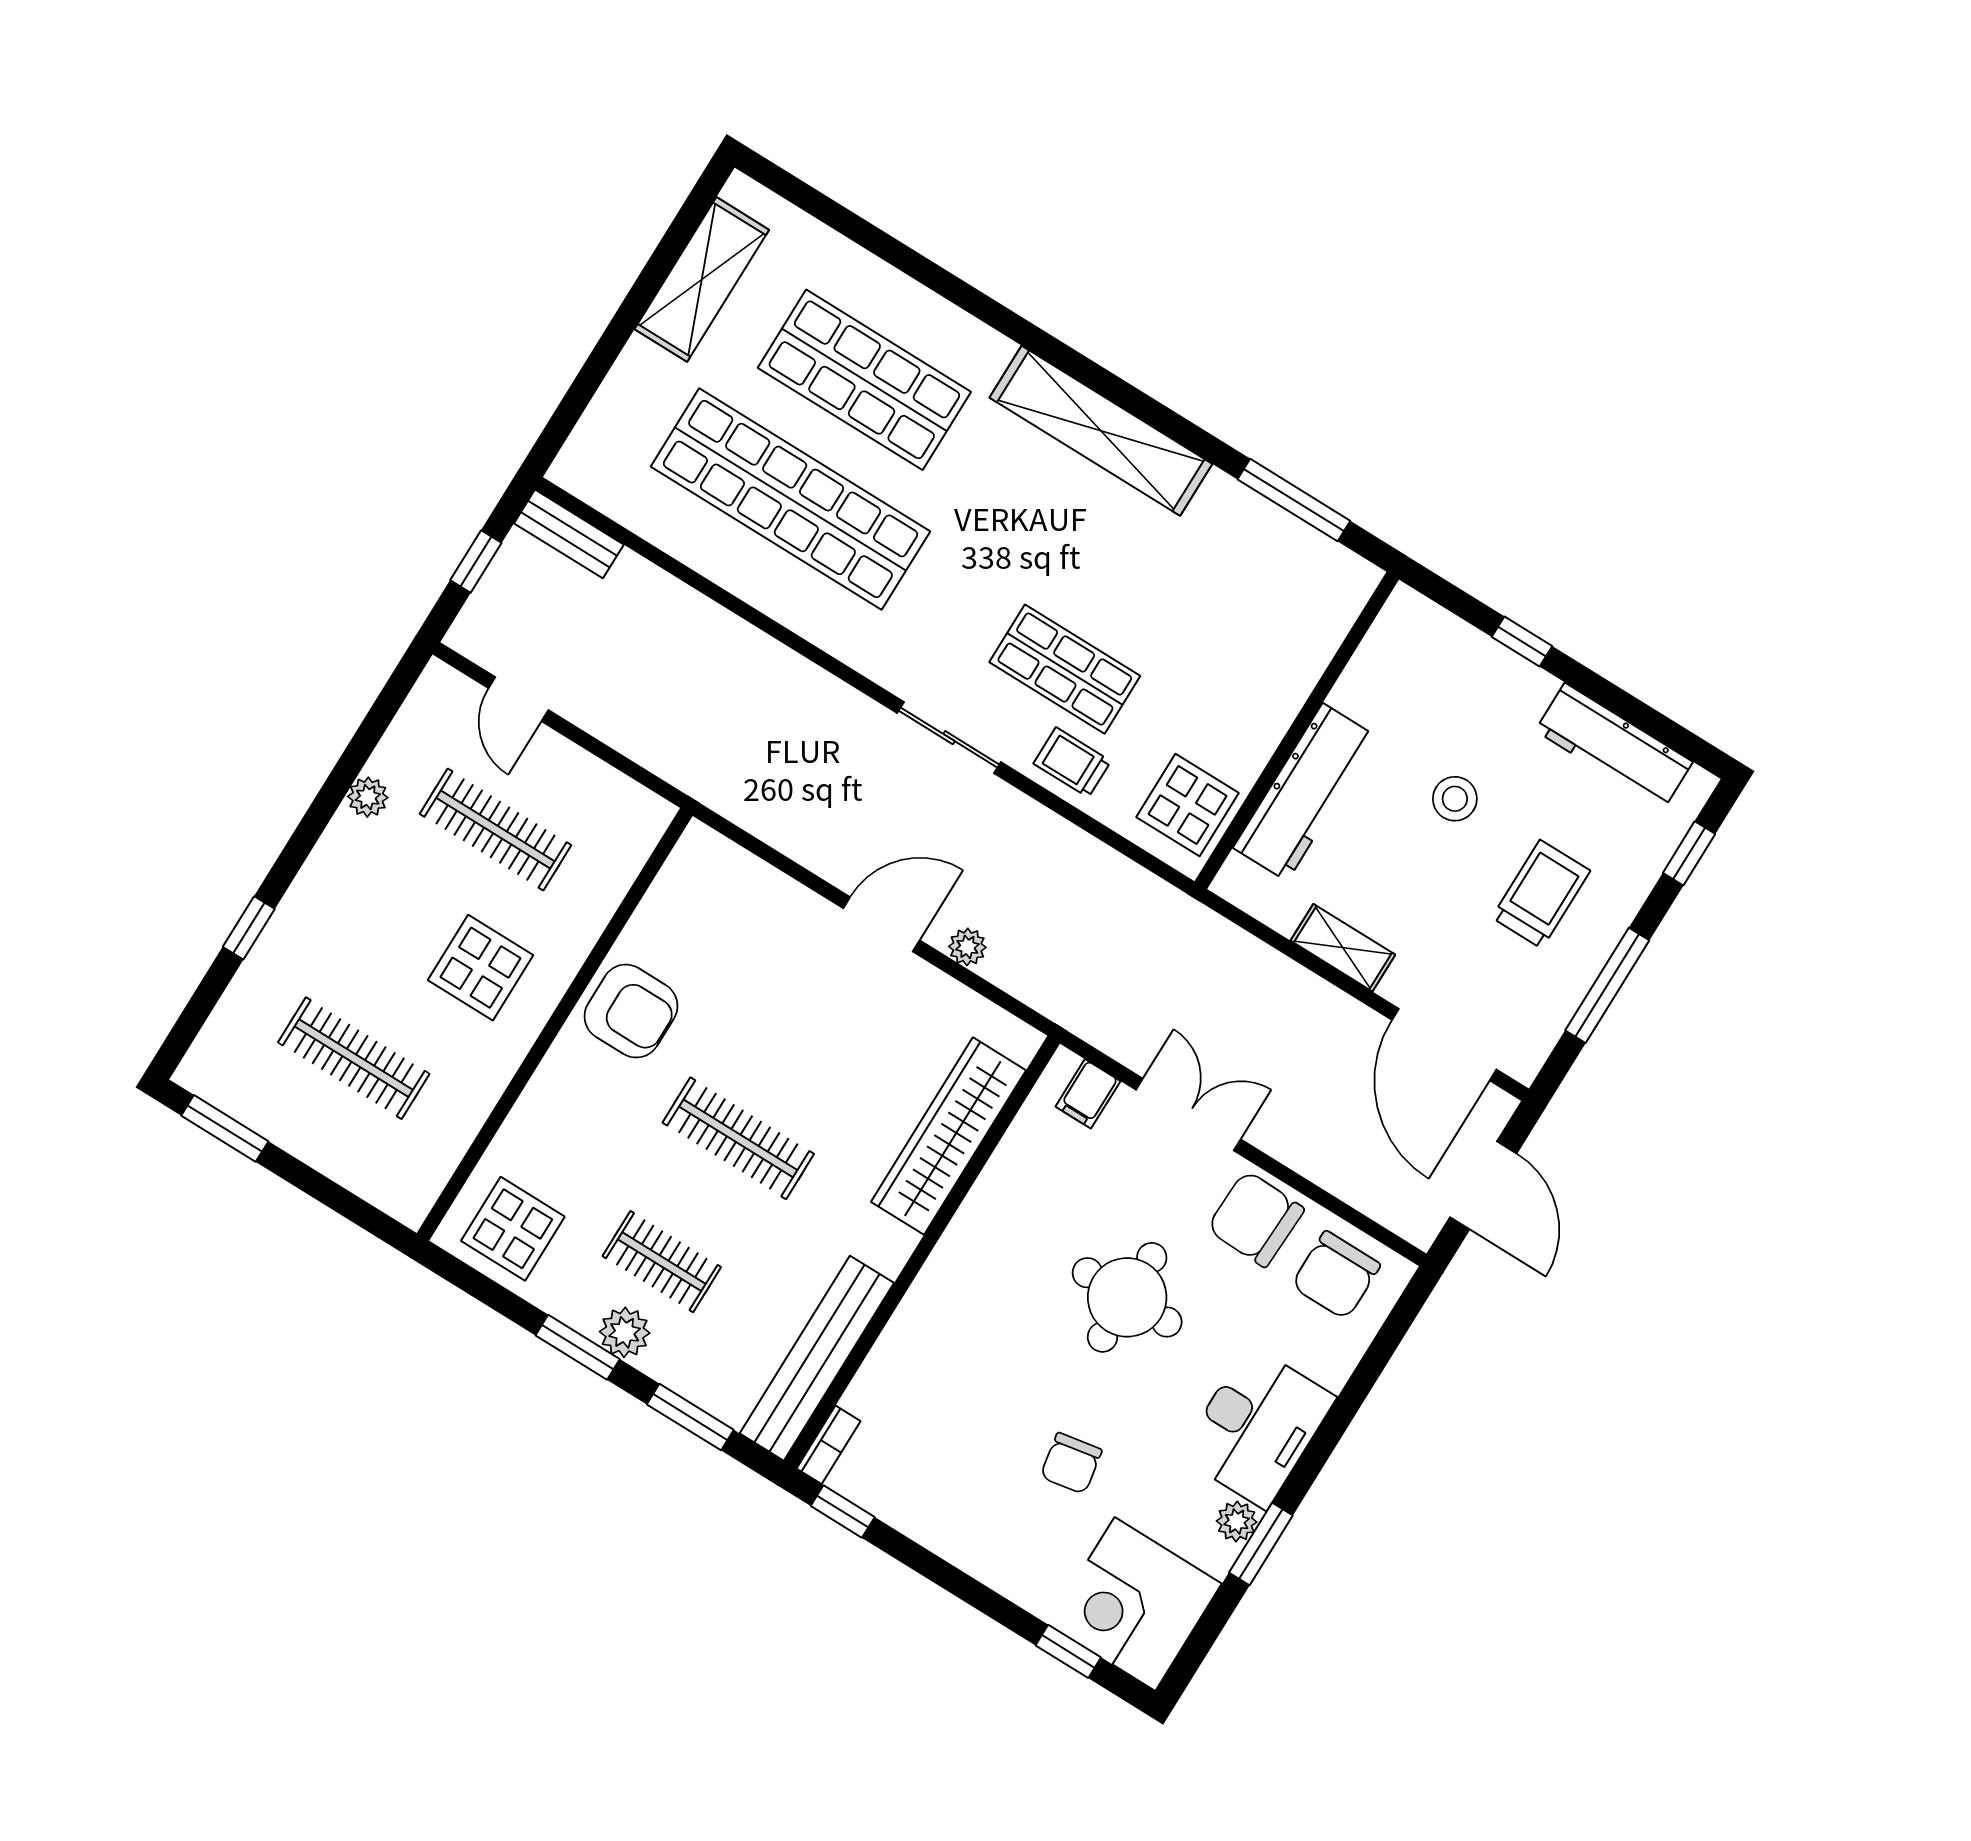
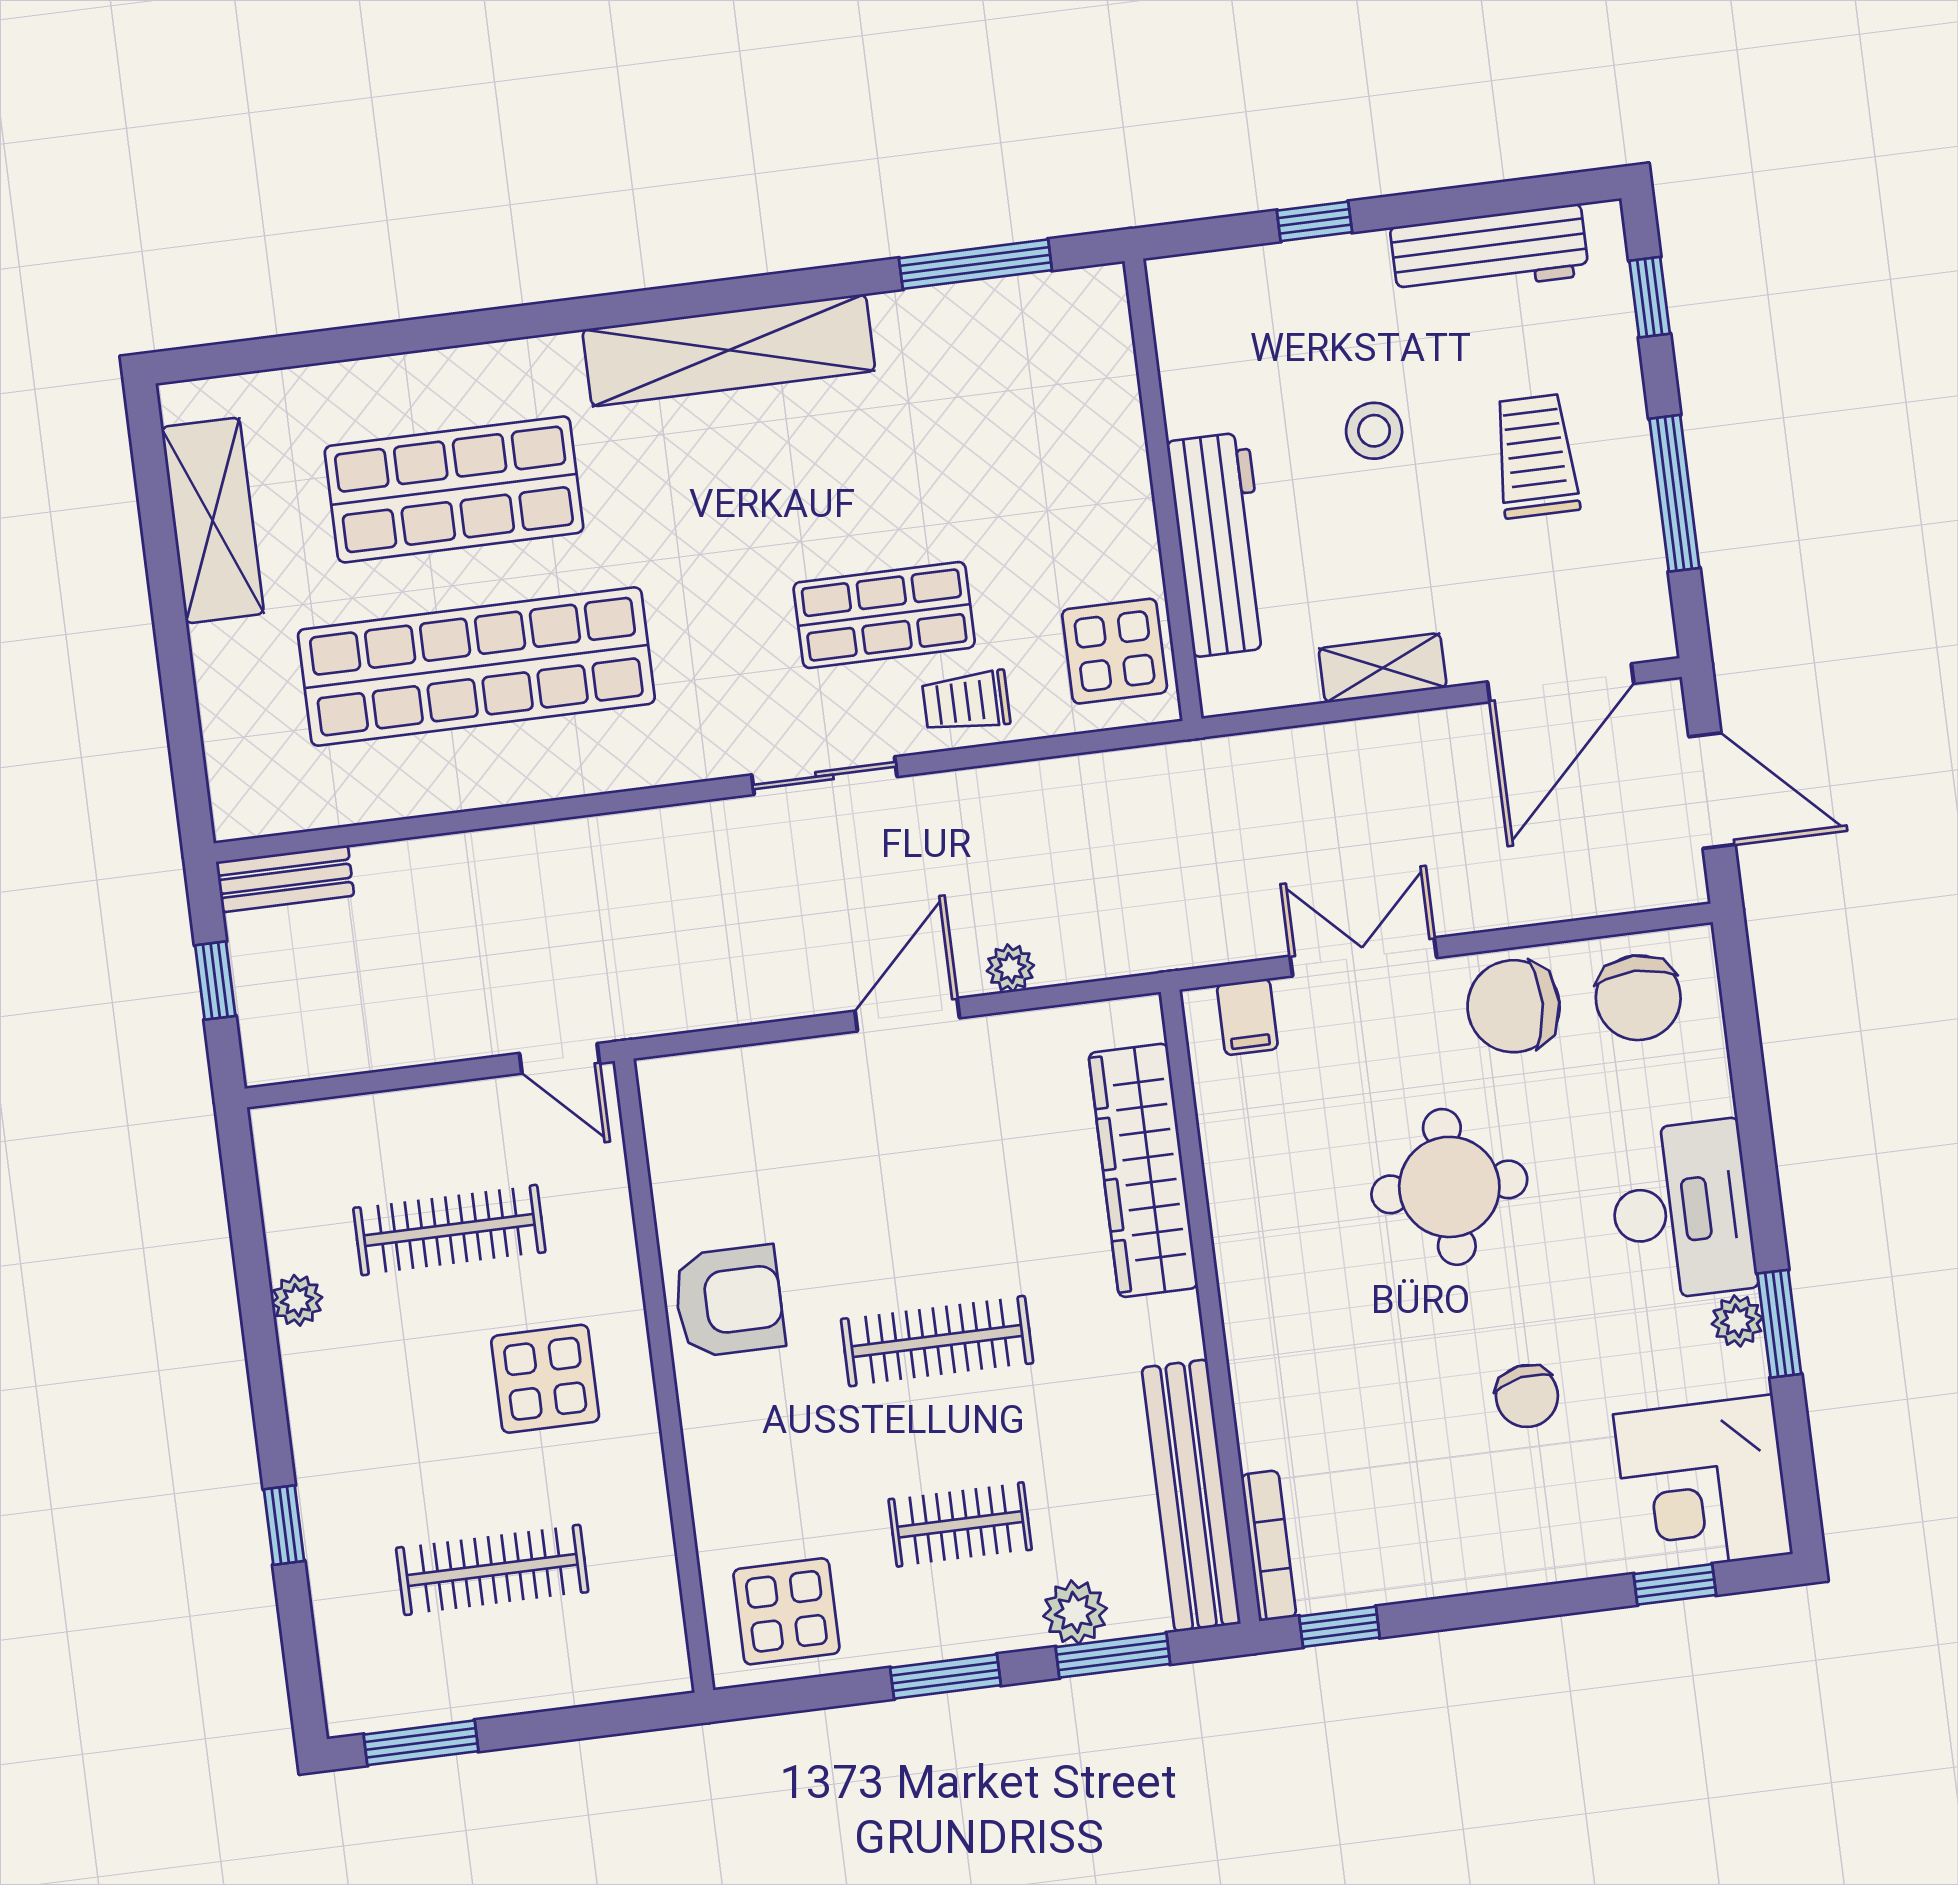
door: (518, 699) -> (560, 1058), moved
door: (1444, 1045) -> (1561, 683), hinge flipped
plant: (625, 1332) -> (1075, 1612), moved
bookcase: (828, 1445) -> (1269, 1546), width x1.56

